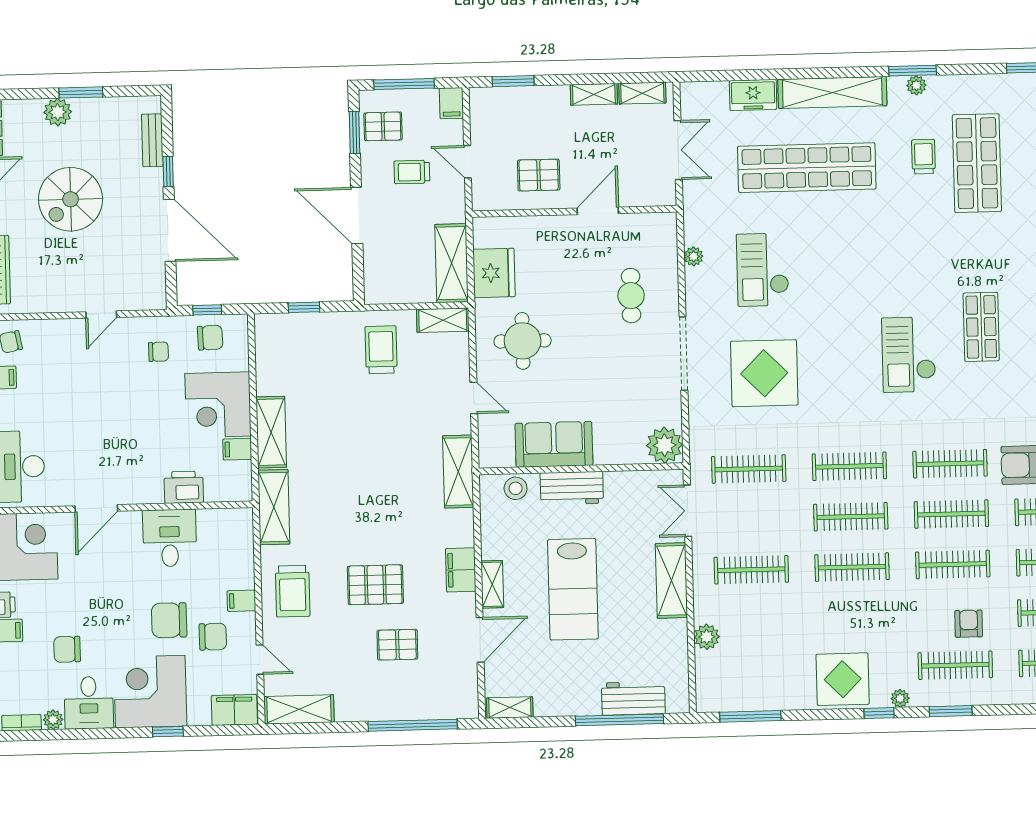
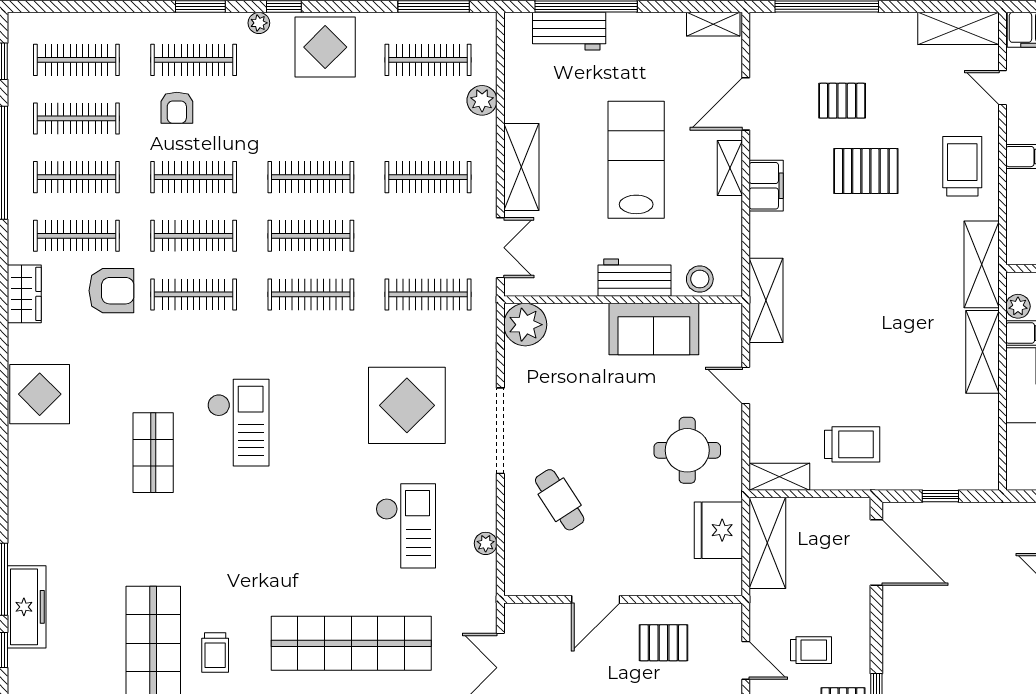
door: (357, 215) -> (876, 552), moved
cafe table: (631, 296) -> (560, 500), turned -33
trolley: (381, 350) -> (852, 444), turned -90
plant: (242, 472) -> (1018, 306), added
clothes rail: (754, 670) -> (428, 60), added

